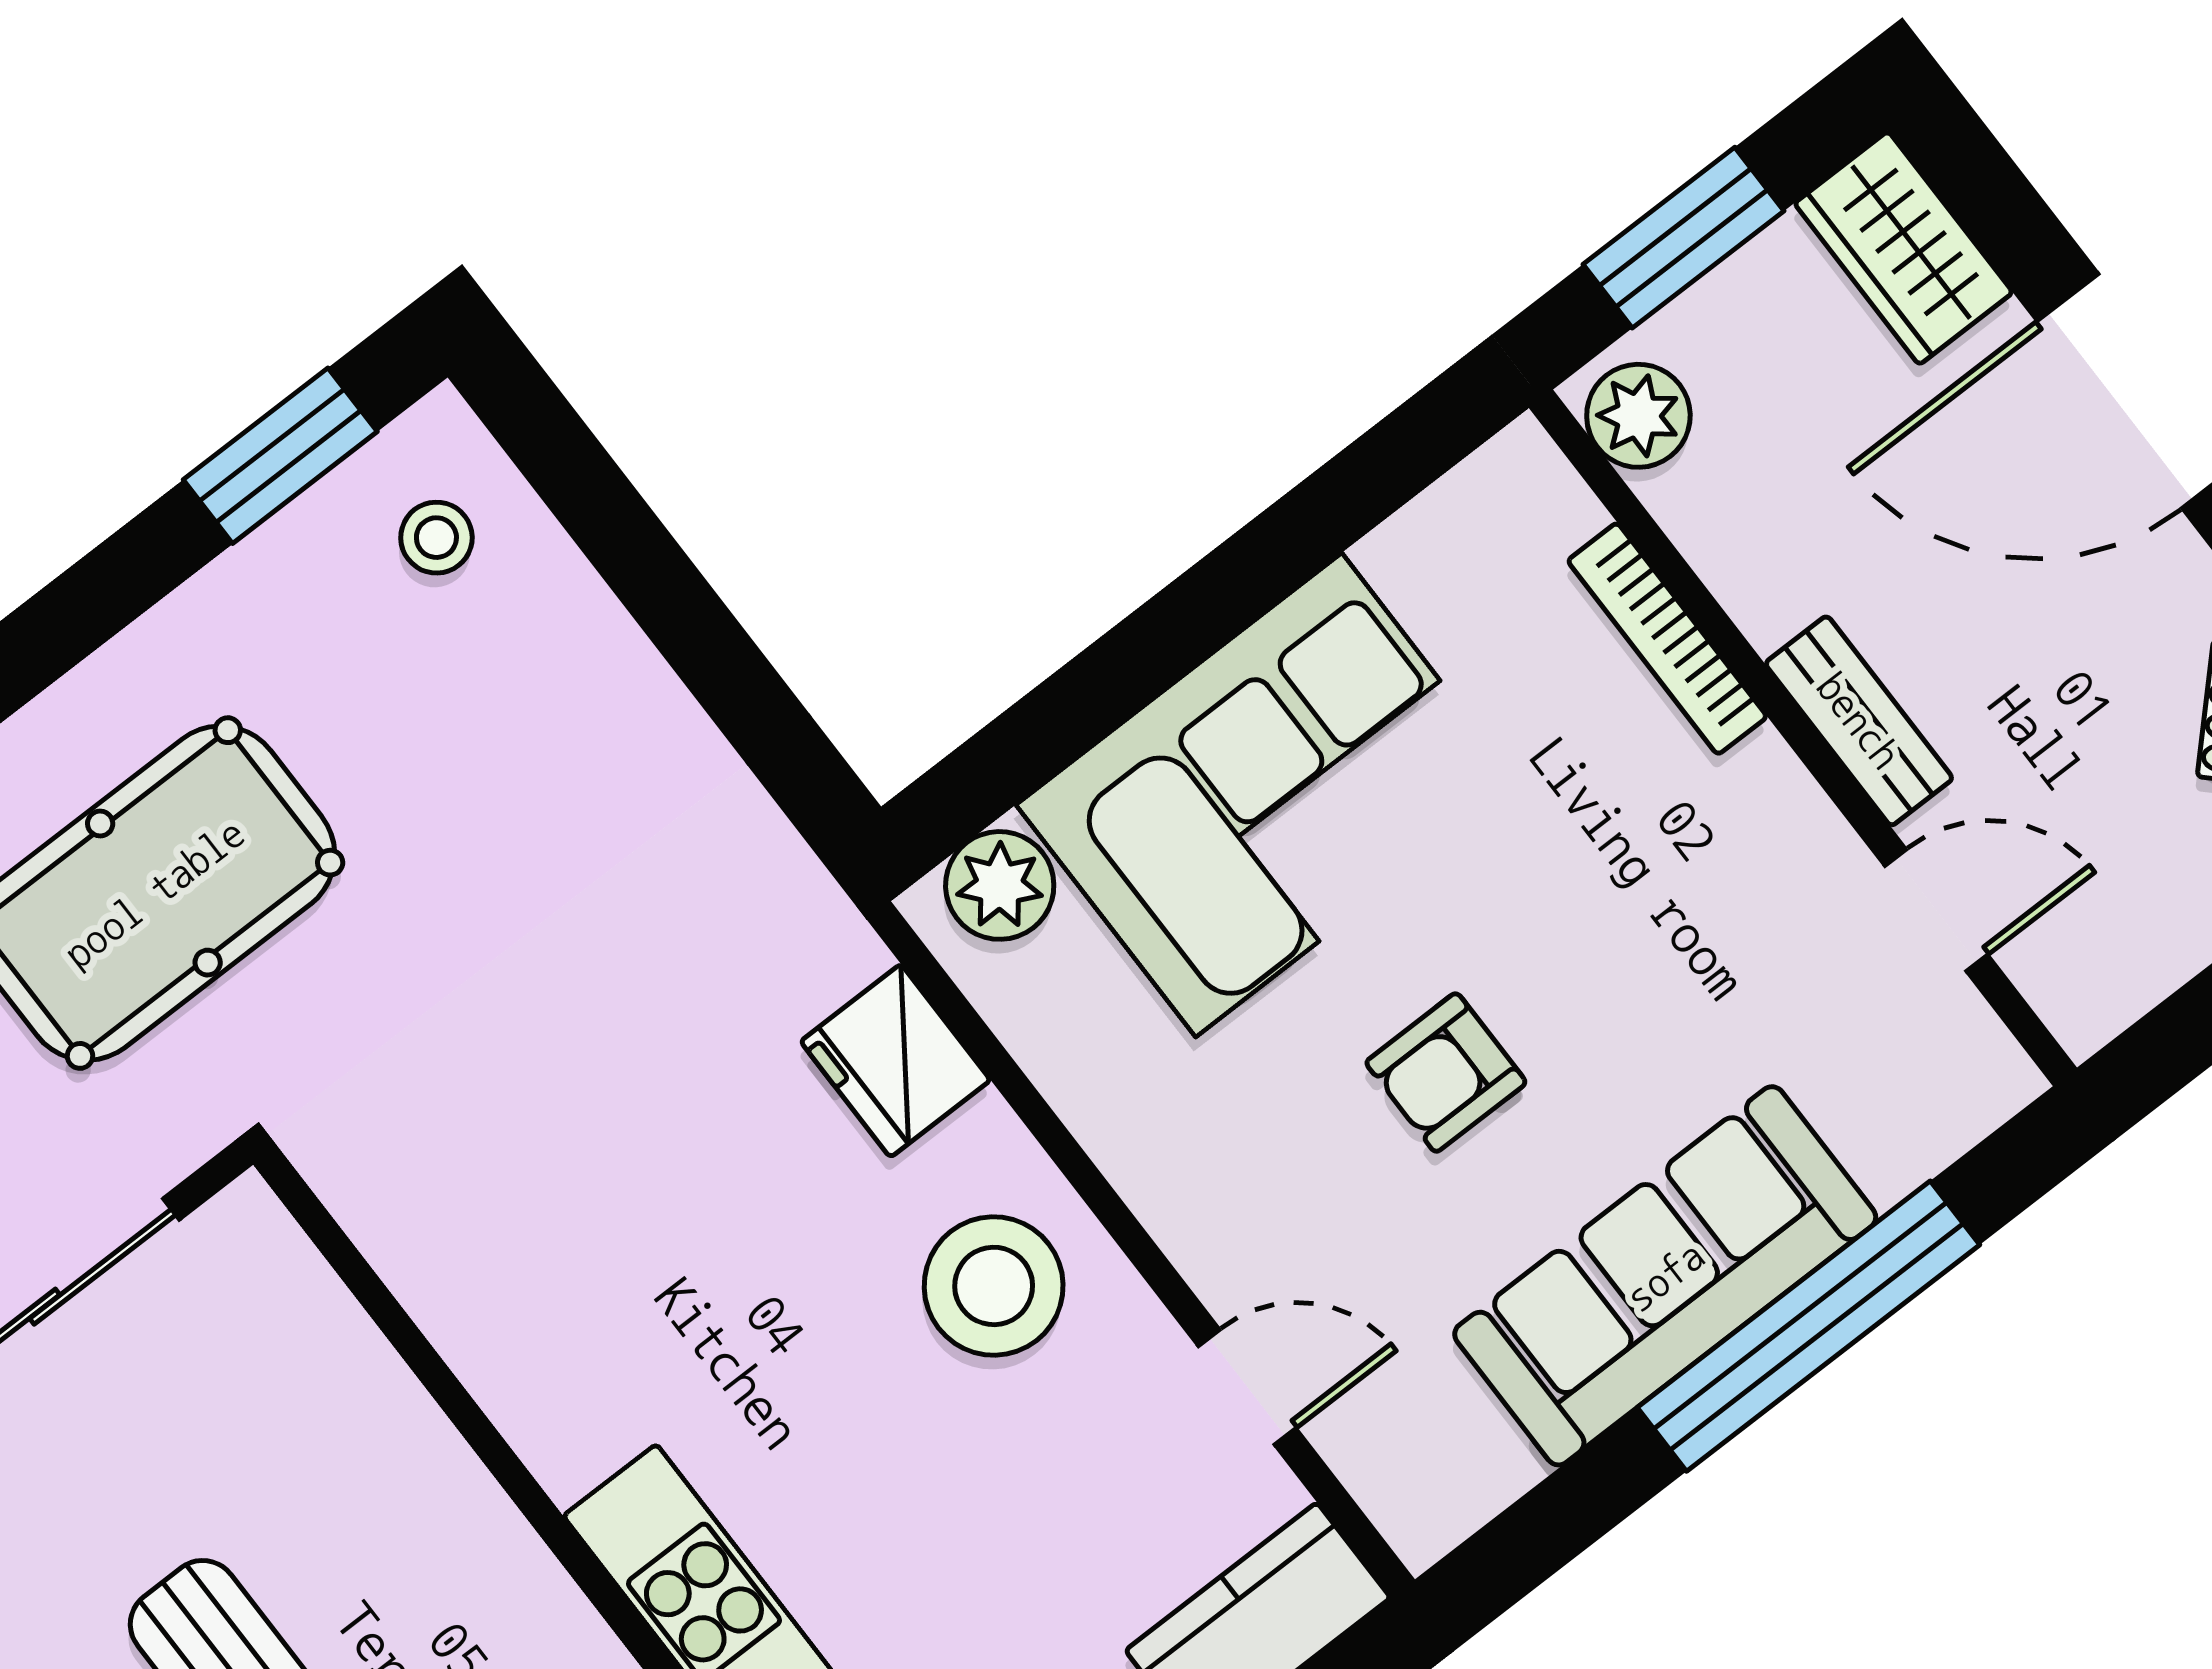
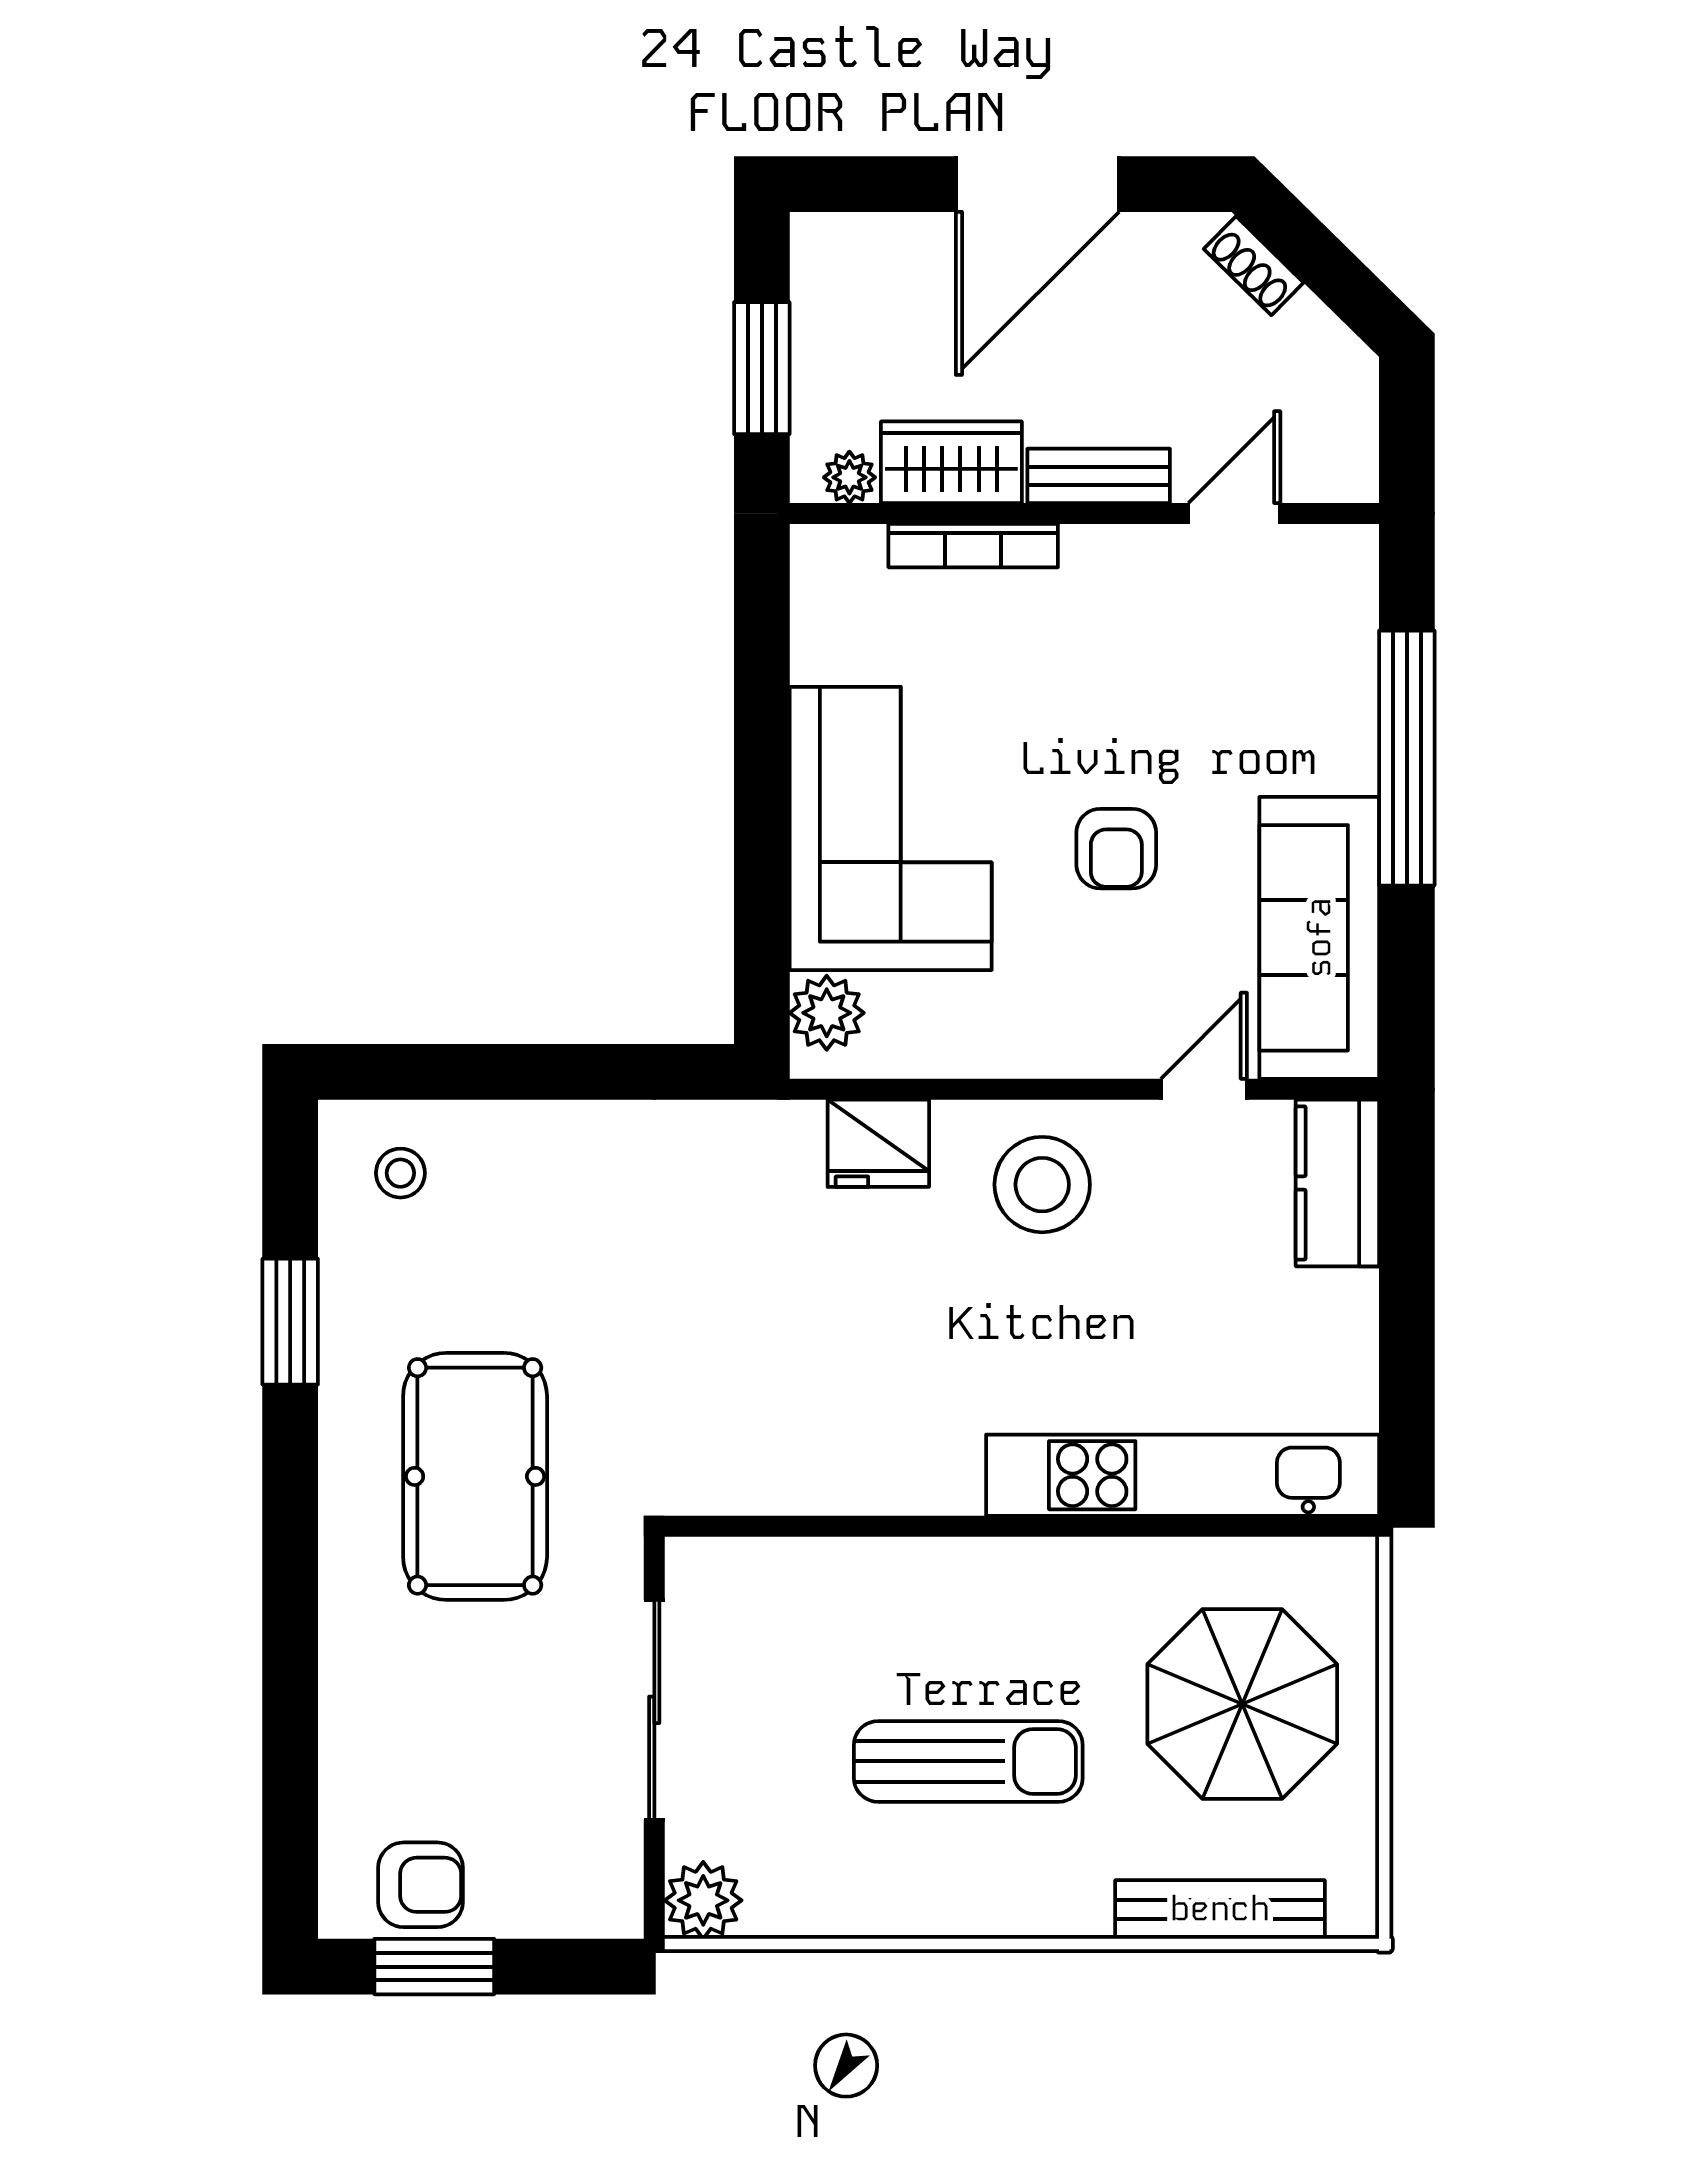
wardrobe: (1904, 248) -> (951, 462), moved, turned 180
plant: (1638, 416) -> (849, 477), width x0.73, depth x0.73
window: (280, 456) -> (290, 1322), moved
sofa: (1665, 1276) -> (1319, 938), moved

